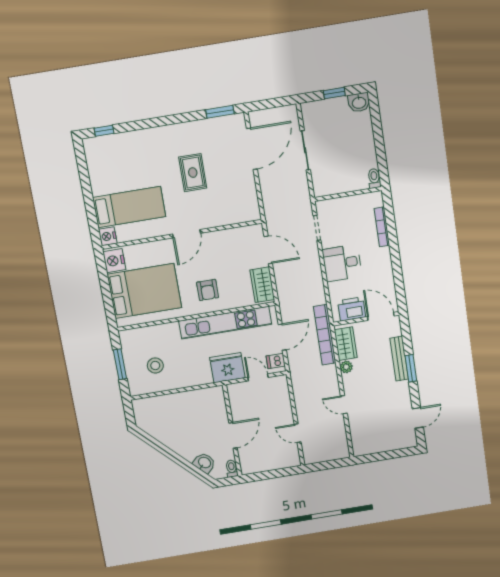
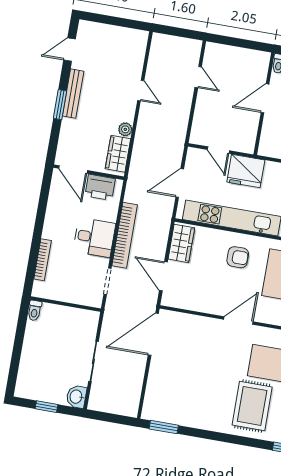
washbasin: (359, 102) -> (76, 397), moved, turned -90
door: (252, 149) -> (153, 334), moved
rug: (193, 173) -> (252, 406), moved, width x1.36, depth x1.43
armchair: (208, 290) -> (238, 257), turned 90
bookcase: (325, 335) -> (125, 235), moved
bench: (399, 359) -> (73, 94), moved
dishwasher: (276, 361) -> (195, 161), removed

